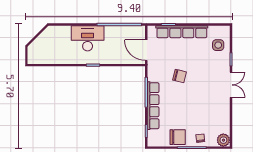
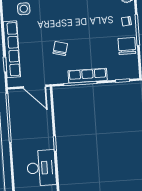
desk: (88, 38) -> (41, 168), moved, turned 180
door: (146, 50) -> (35, 87), hinge flipped
row of seats: (153, 106) -> (88, 76), width x0.73

